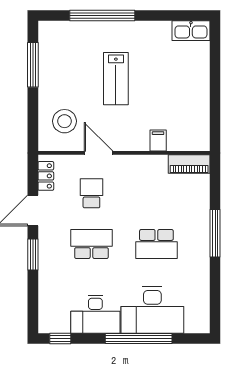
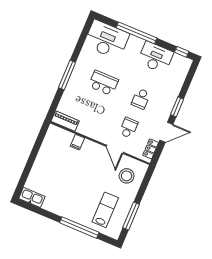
lab bench: (116, 79) -> (105, 210), moved
school desk: (91, 193) -> (128, 128), turned 180
school desk: (91, 244) -> (141, 99), width x0.54
desk: (152, 310) -> (107, 40), moved

